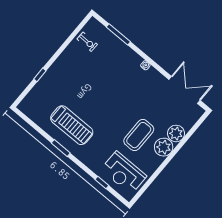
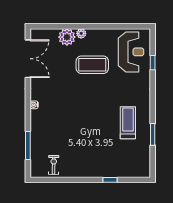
double door: (184, 90) -> (28, 59), swing flipped
treadmill: (72, 125) -> (128, 123), width x0.73, depth x0.73
plant: (164, 147) -> (81, 33), width x0.53, depth x0.53
window: (61, 148) -> (153, 134), moved

